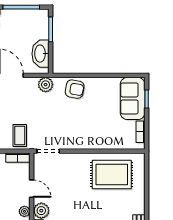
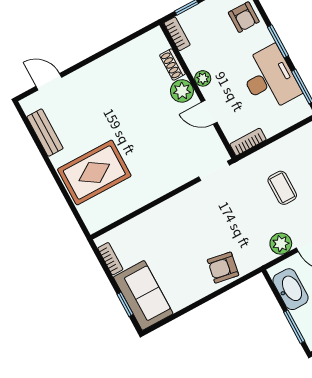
plant: (46, 85) -> (281, 244), moved
coffee table: (20, 136) -> (282, 188), moved
rug: (112, 174) -> (94, 173), moved

